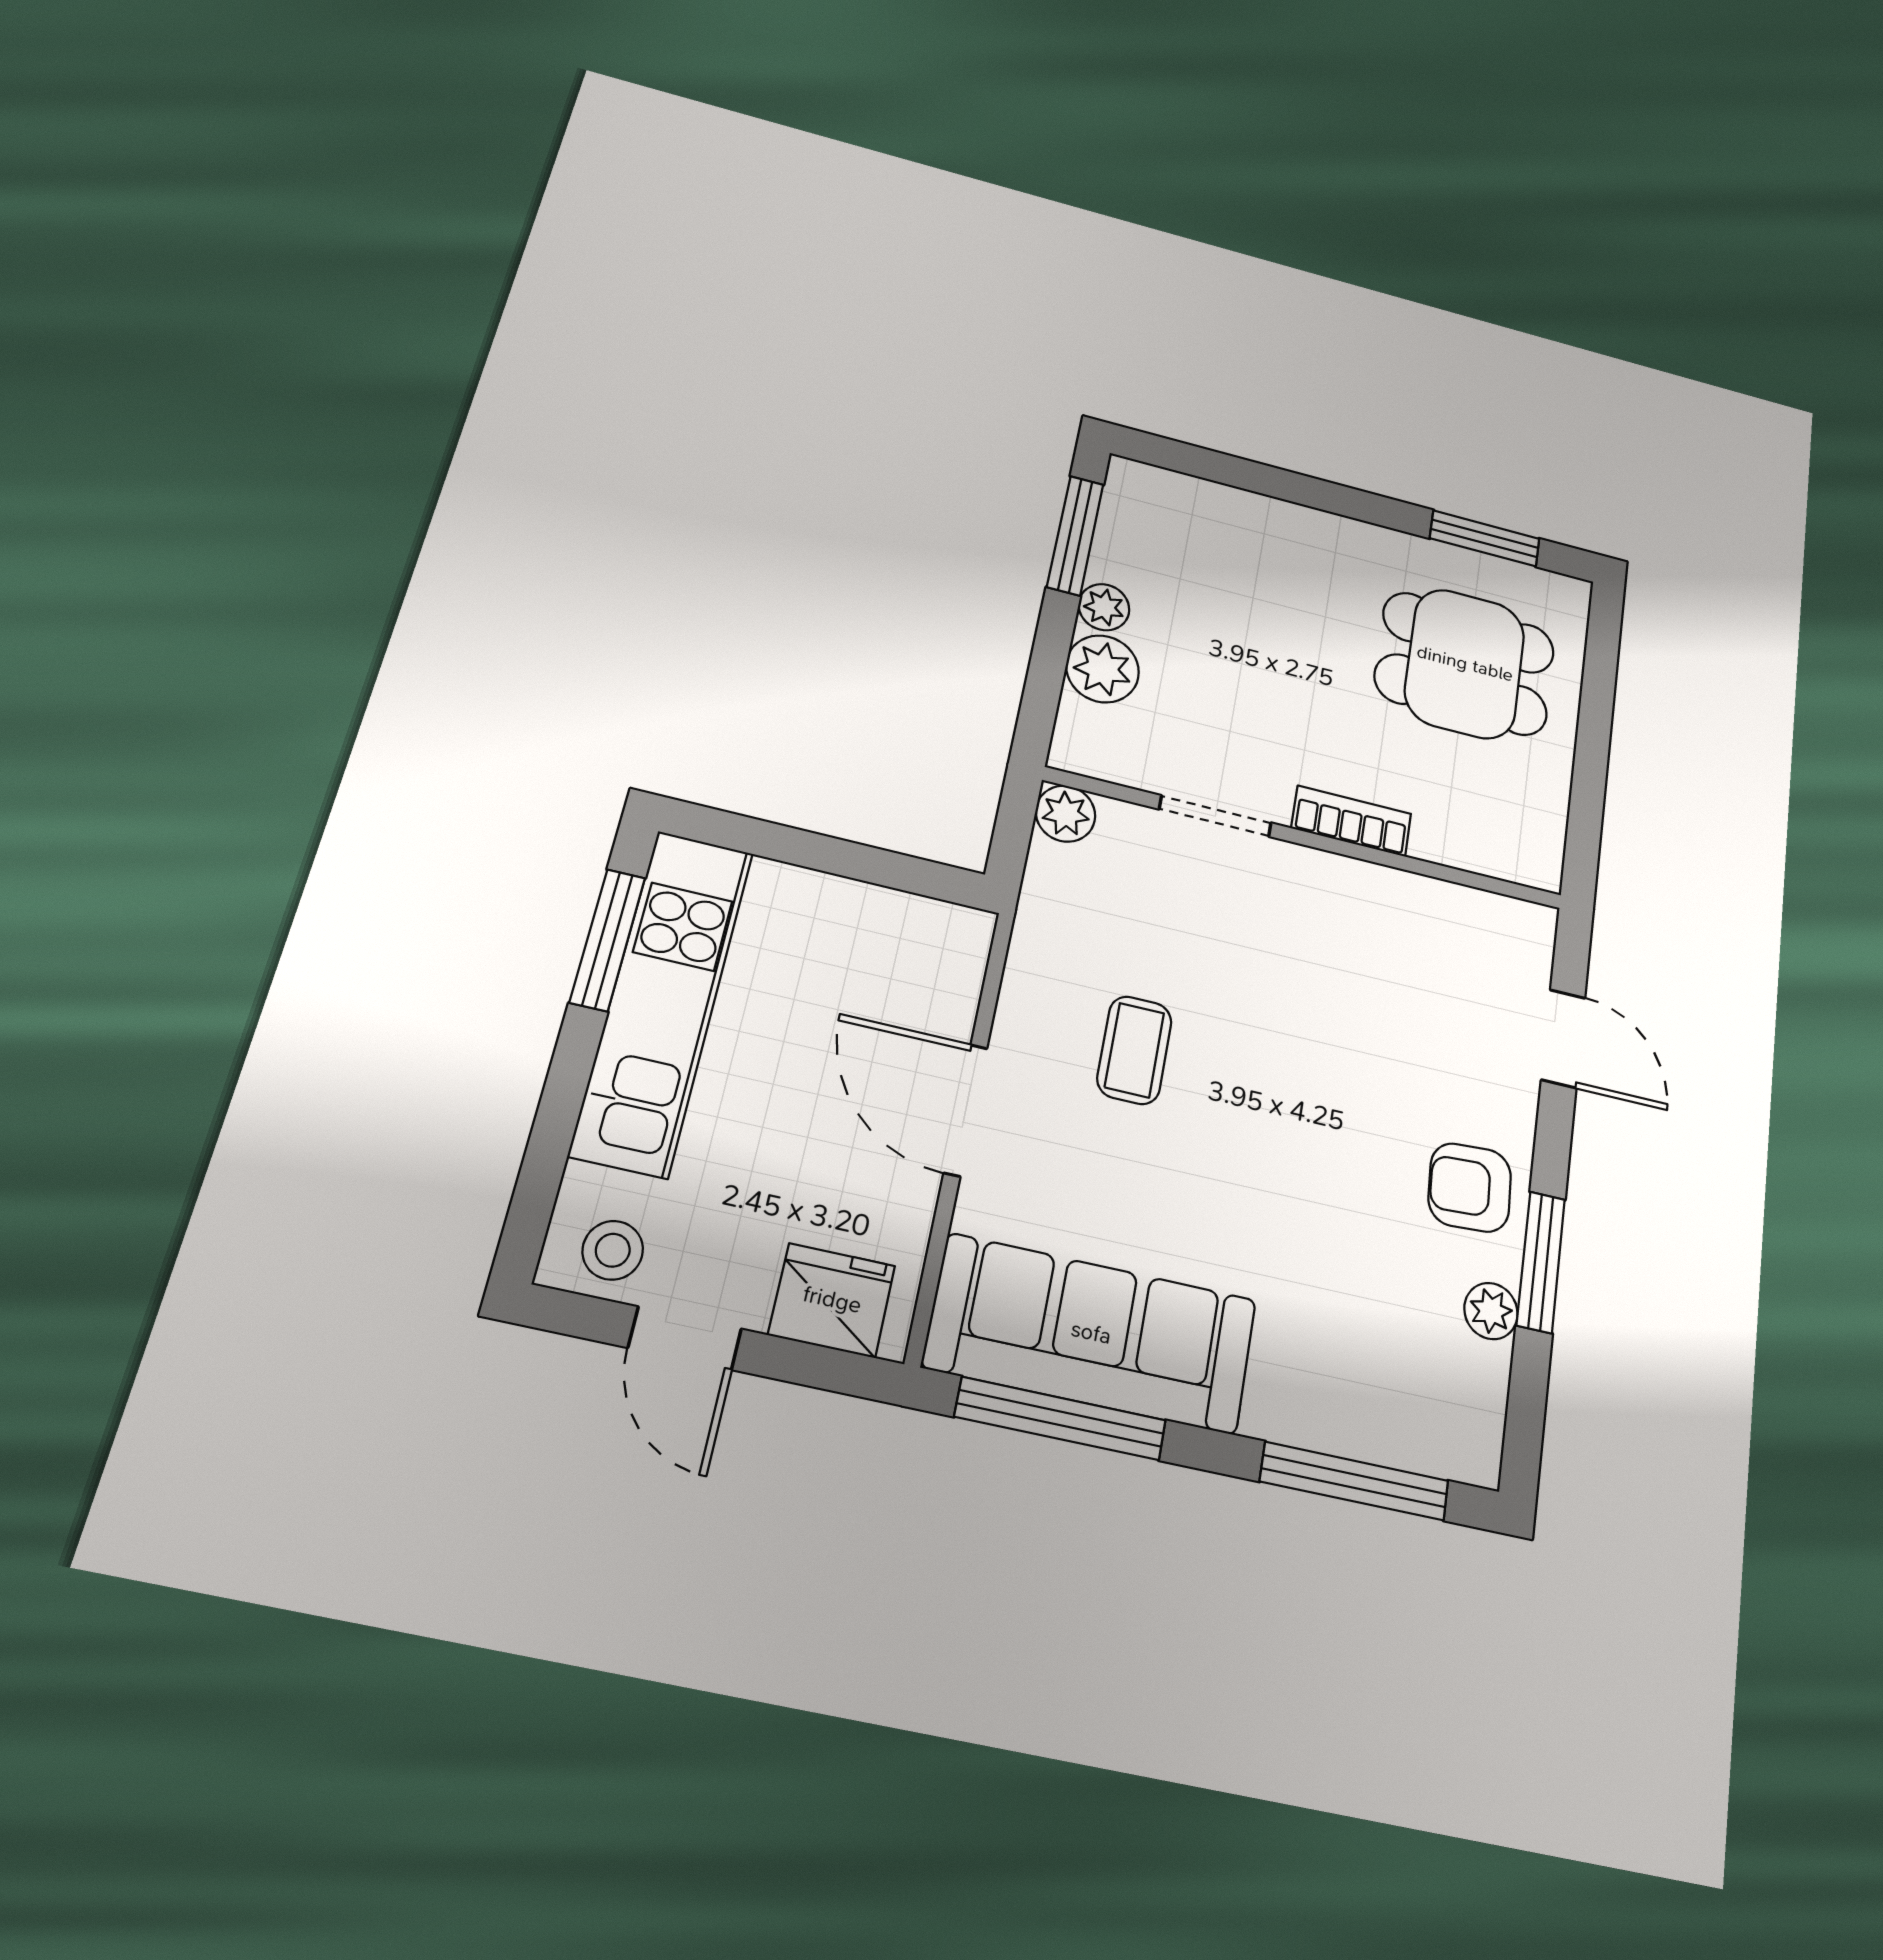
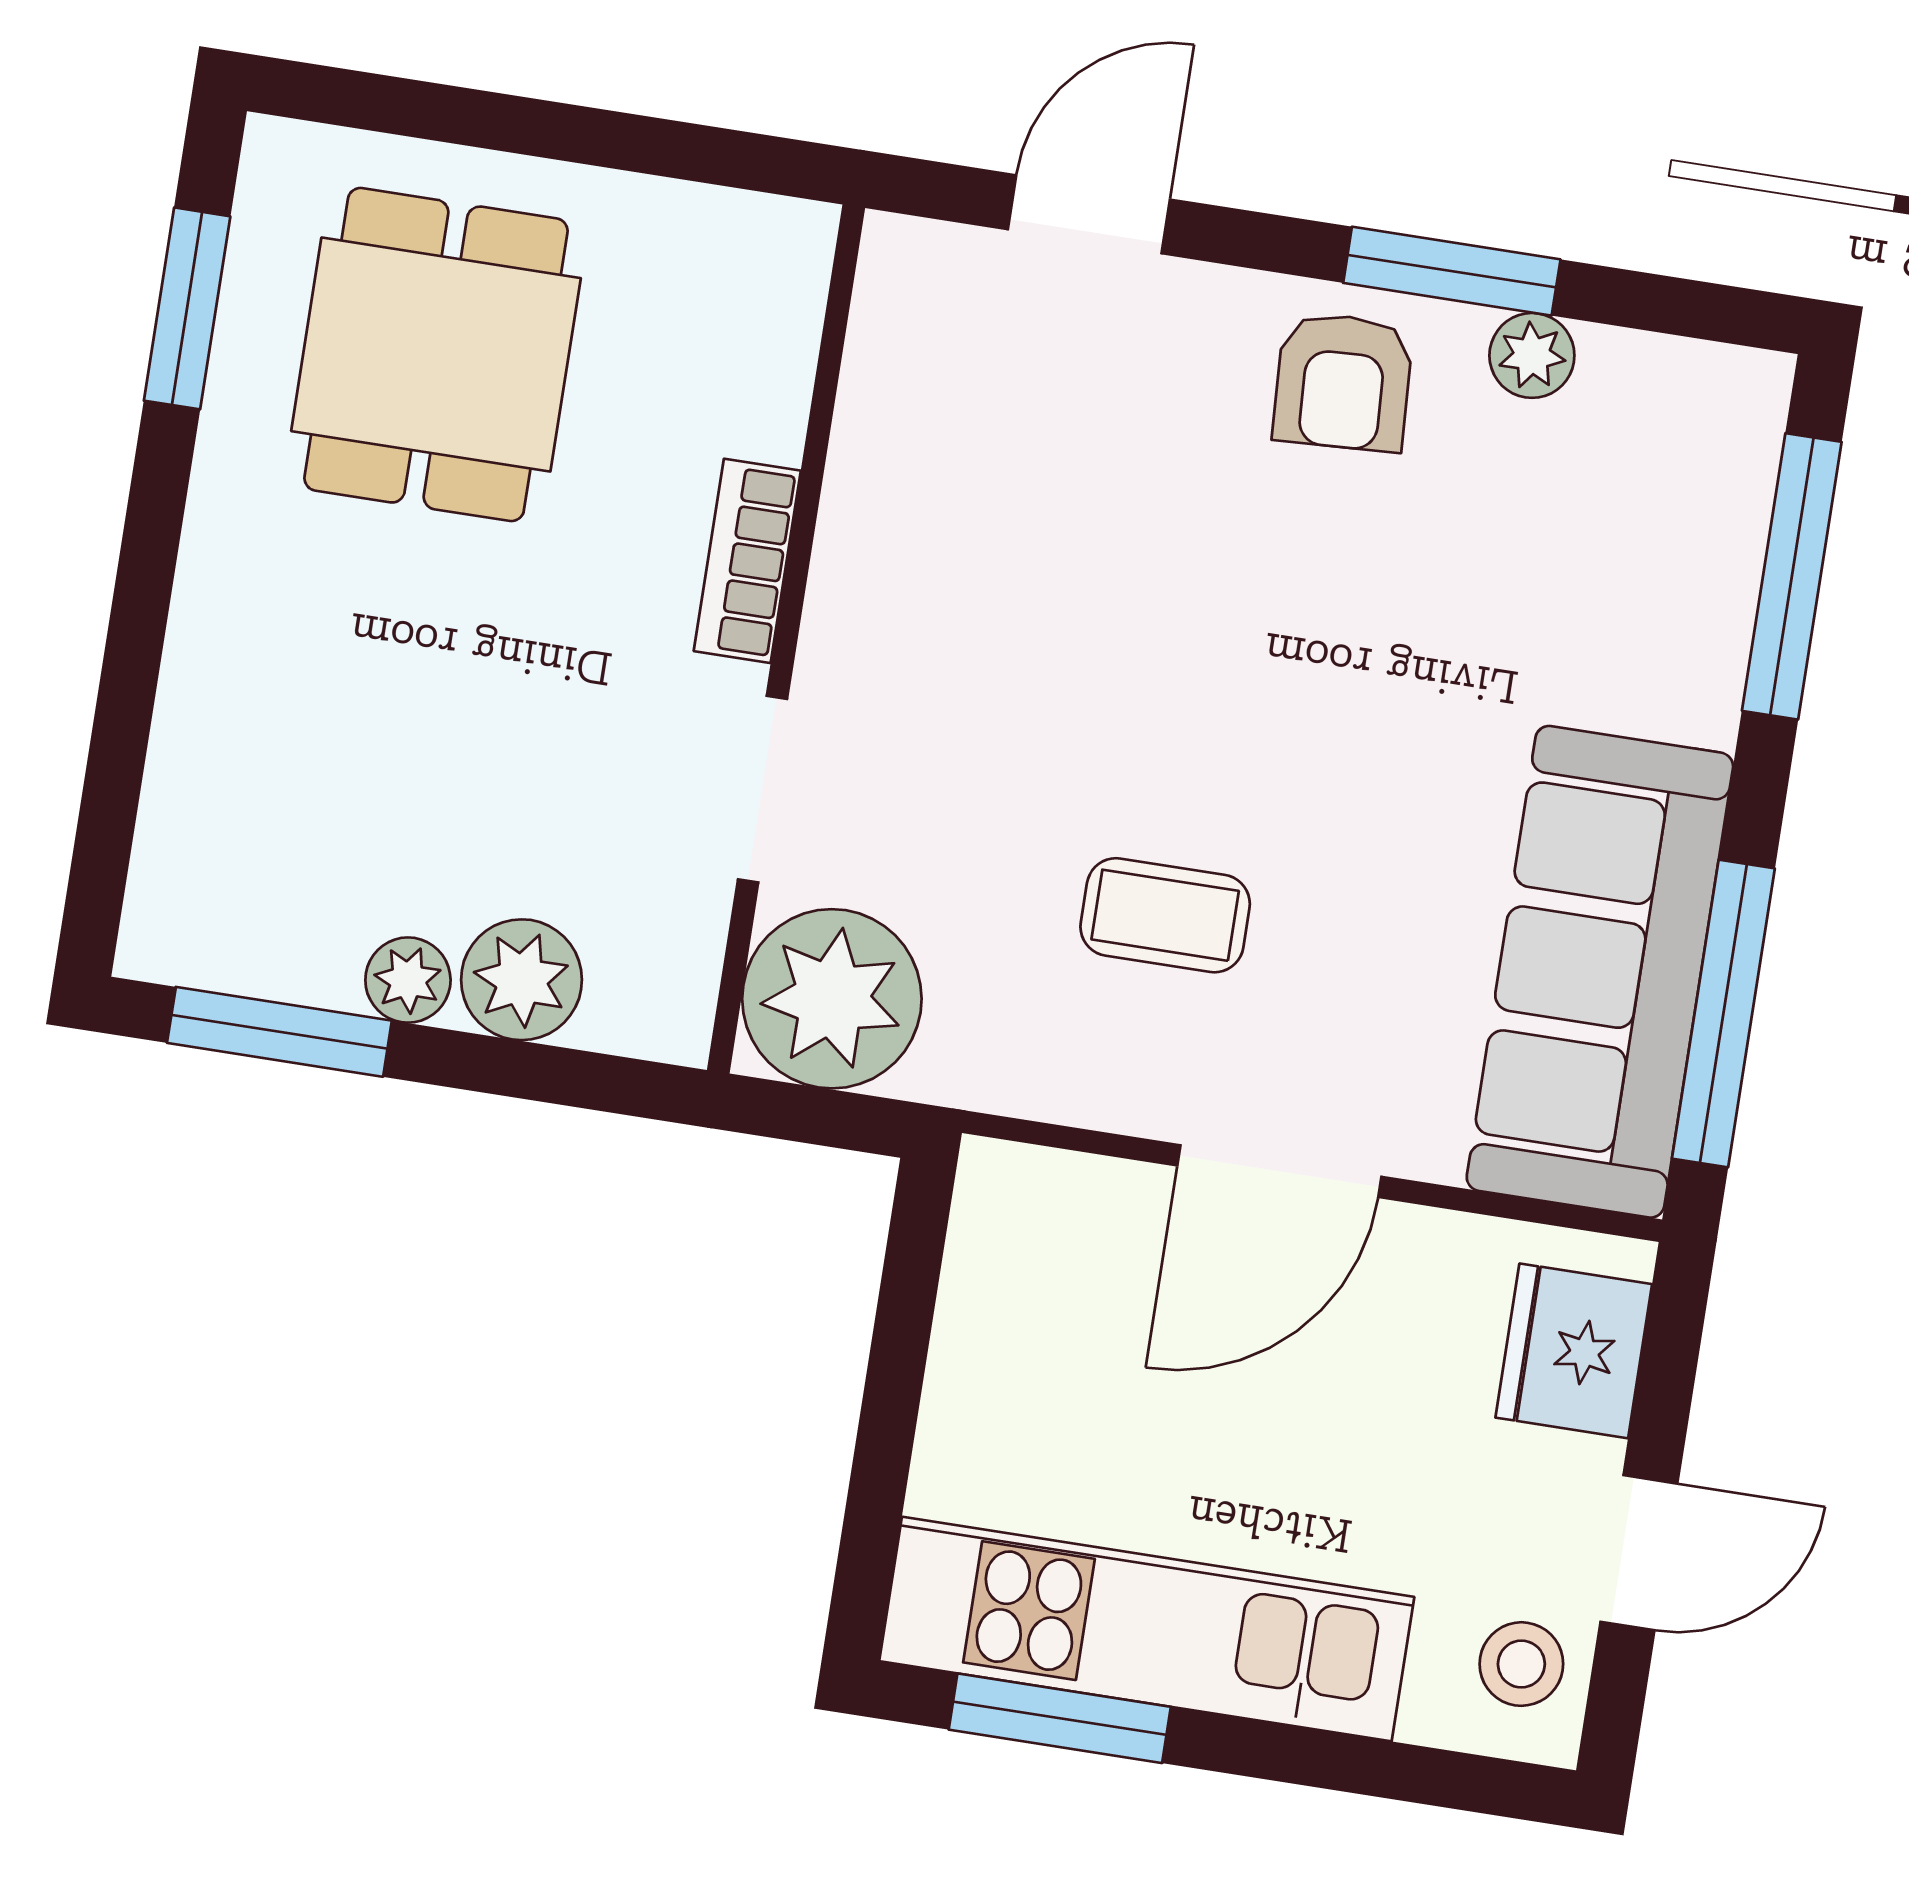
plant: (1066, 814) -> (832, 999), width x1.88, depth x1.88

